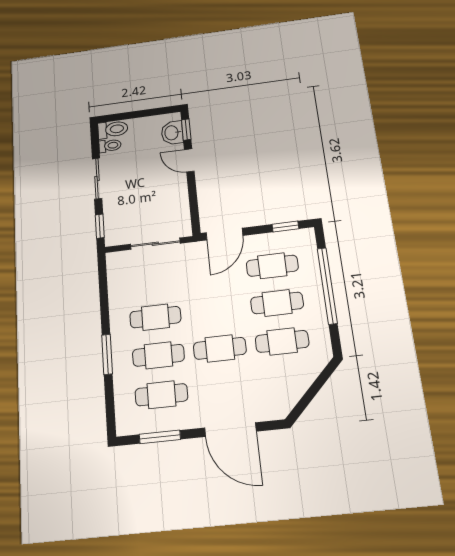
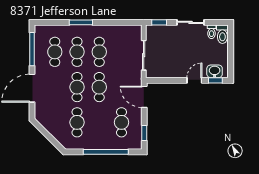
cafe table: (277, 303) -> (99, 87), moved
window: (160, 437) -> (32, 49), width x1.44

